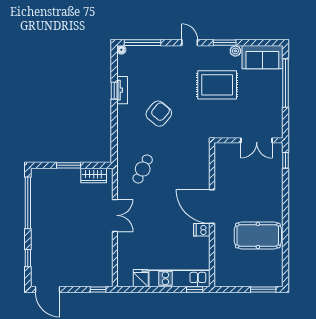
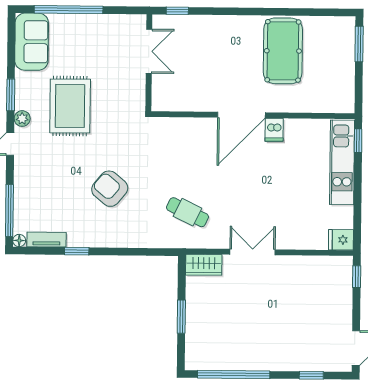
plant: (235, 51) -> (22, 119), moved
tv unit: (122, 90) -> (46, 240), moved
wardrobe: (94, 175) -> (204, 265), moved, turned 90
fridge: (141, 278) -> (341, 240), moved

